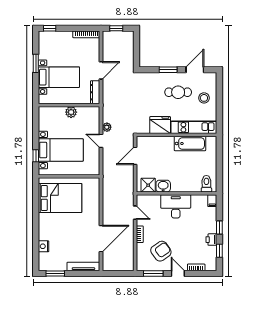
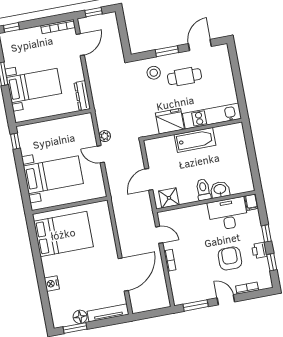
door: (101, 70) -> (80, 45), moved
stool: (204, 98) -> (154, 73), moved
plant: (71, 112) -> (57, 126), removed
bathtub: (190, 144) -> (195, 140), moved
window: (36, 156) -> (15, 141), moved
door: (135, 156) -> (149, 179), moved
toilet: (206, 184) -> (203, 190), moved
washbasin: (163, 186) -> (220, 190), moved
desk: (176, 206) -> (228, 214), moved
nightstand: (44, 246) -> (52, 284), moved
armchair: (161, 251) -> (230, 258), moved, turned -55
floor lamp: (61, 265) -> (80, 317), added

